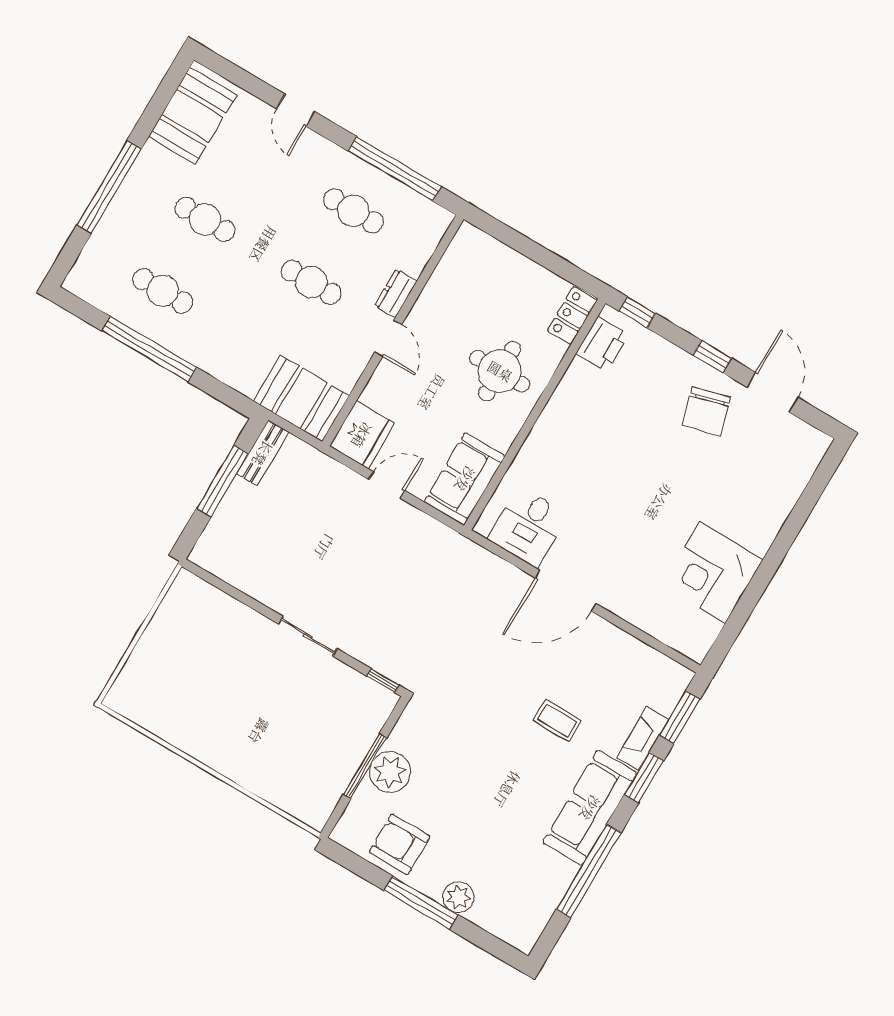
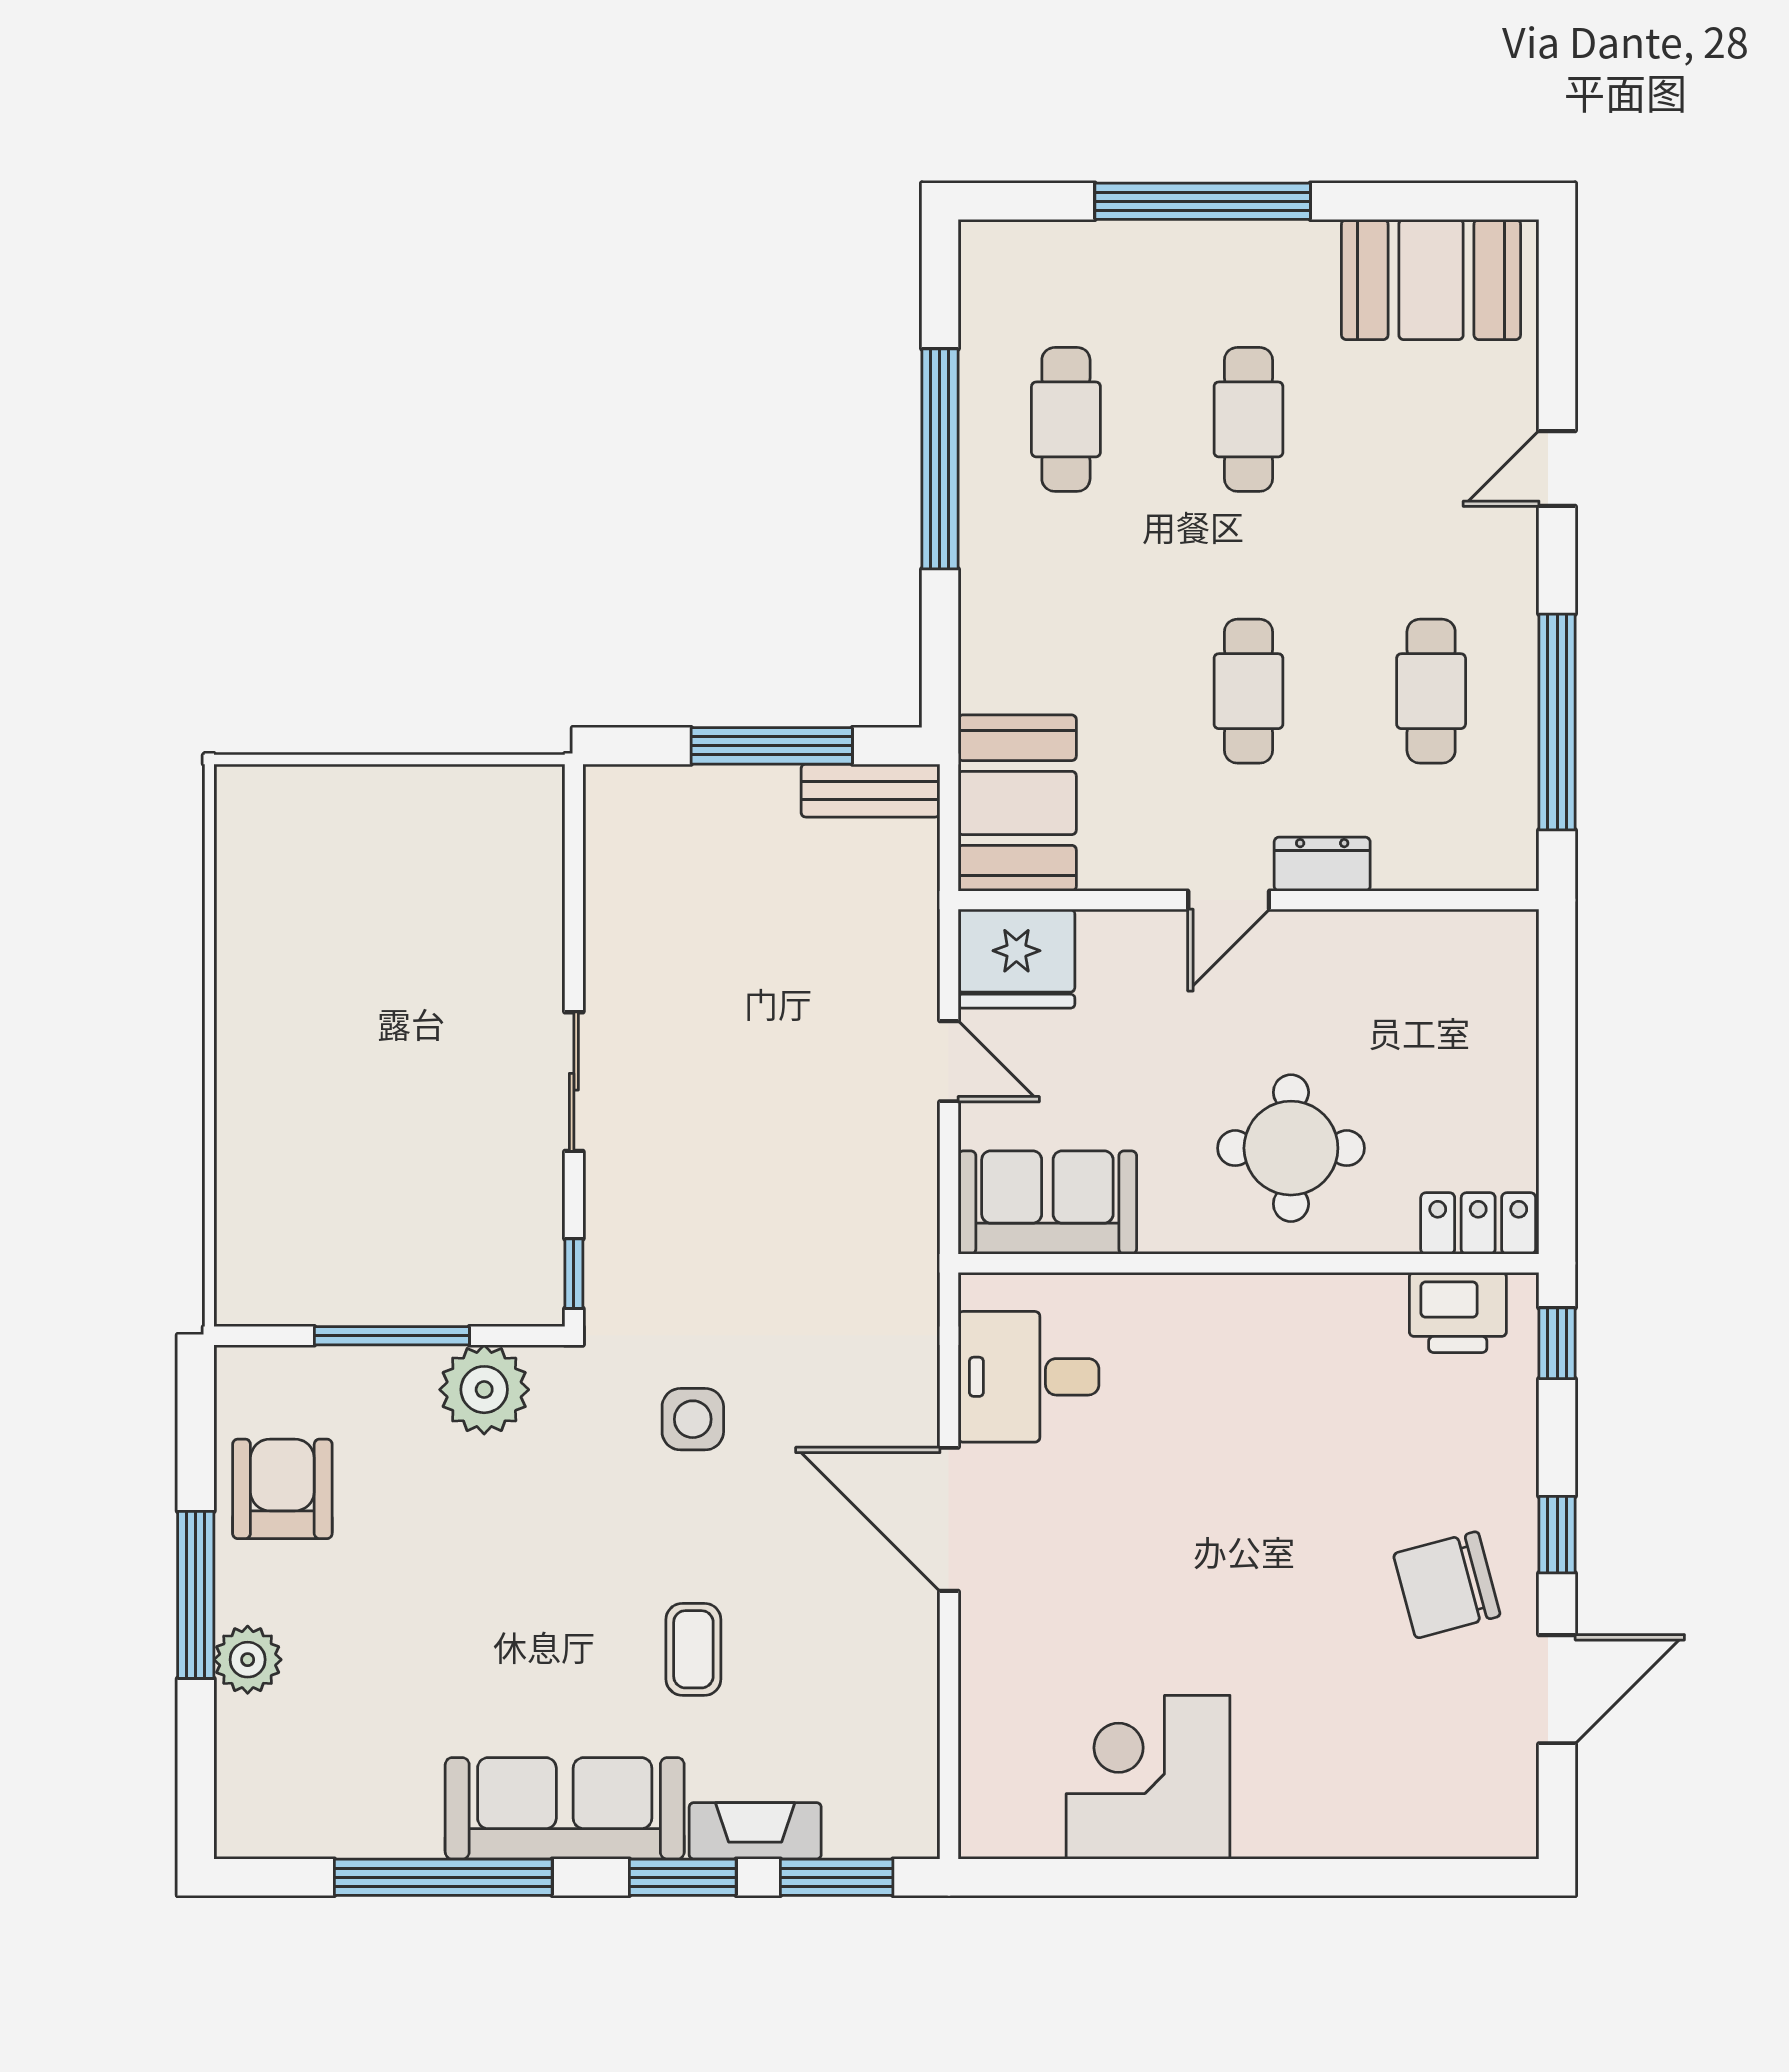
side table: (467, 668) -> (693, 1419), added
plant: (390, 772) -> (484, 1390), moved

